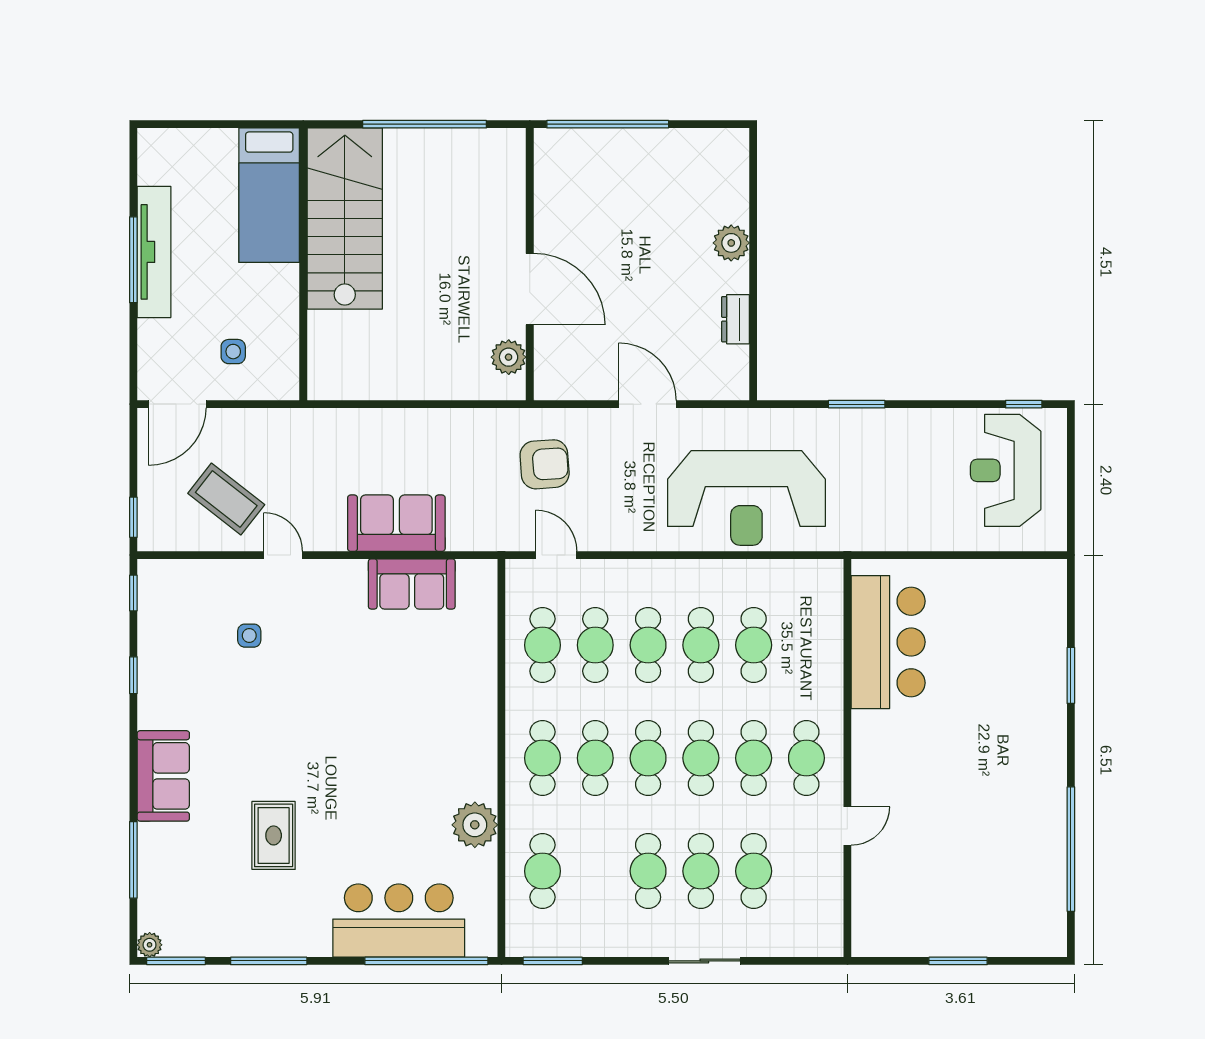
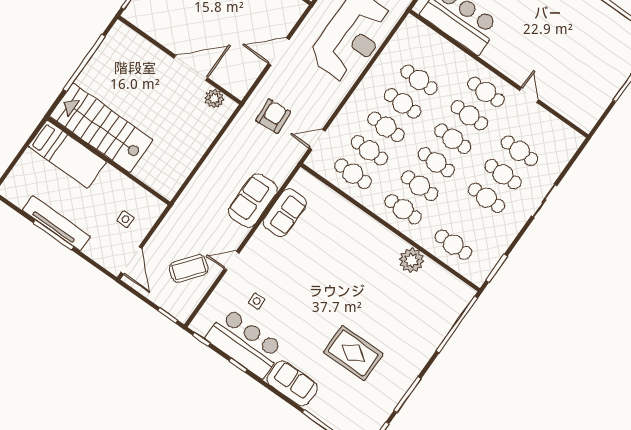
rug: (274, 835) -> (353, 353), width x1.36, depth x1.43
bar counter: (399, 920) -> (245, 343), moved, turned 90

